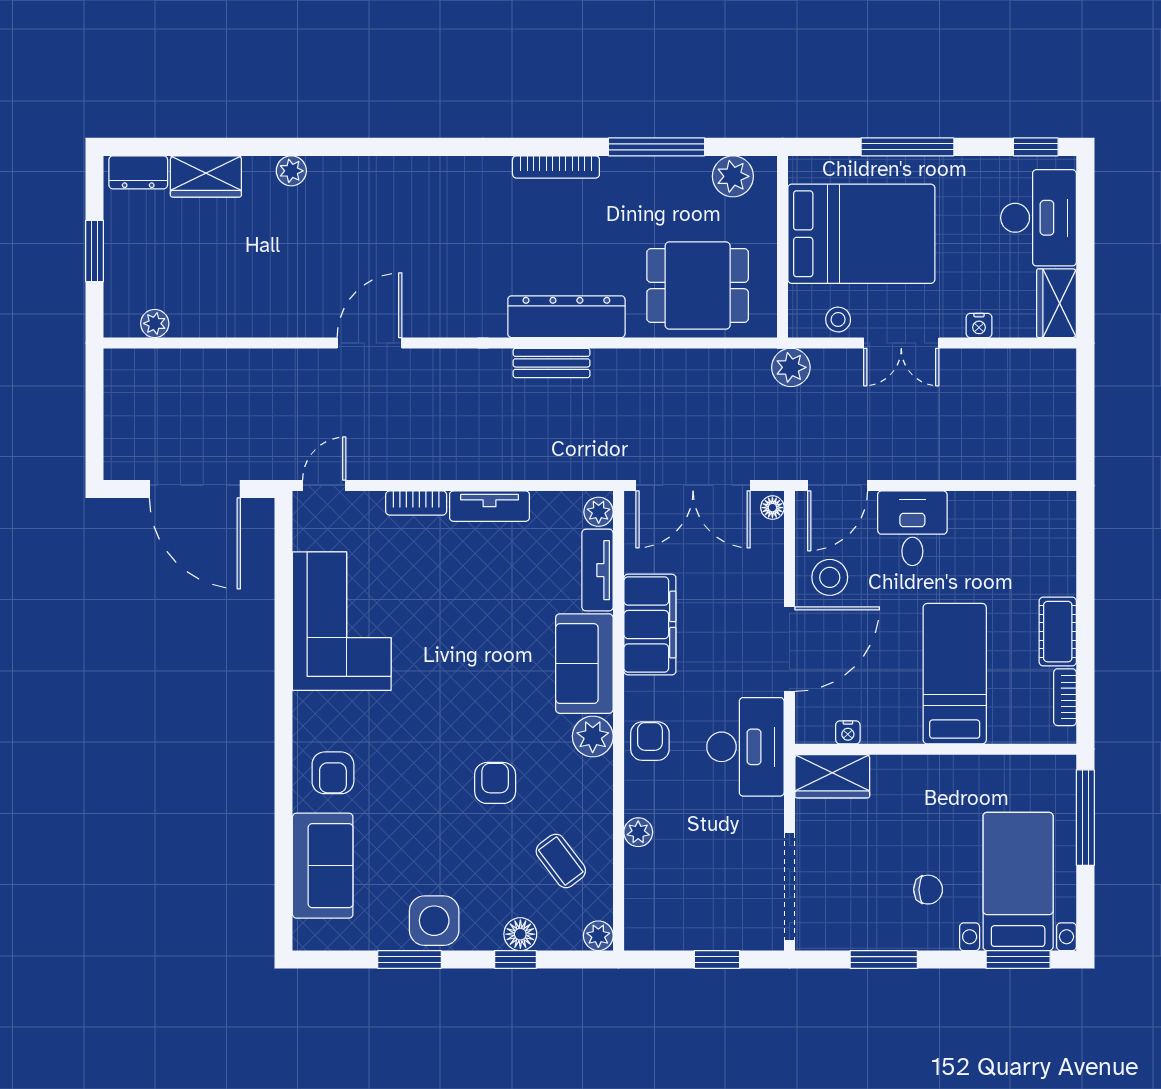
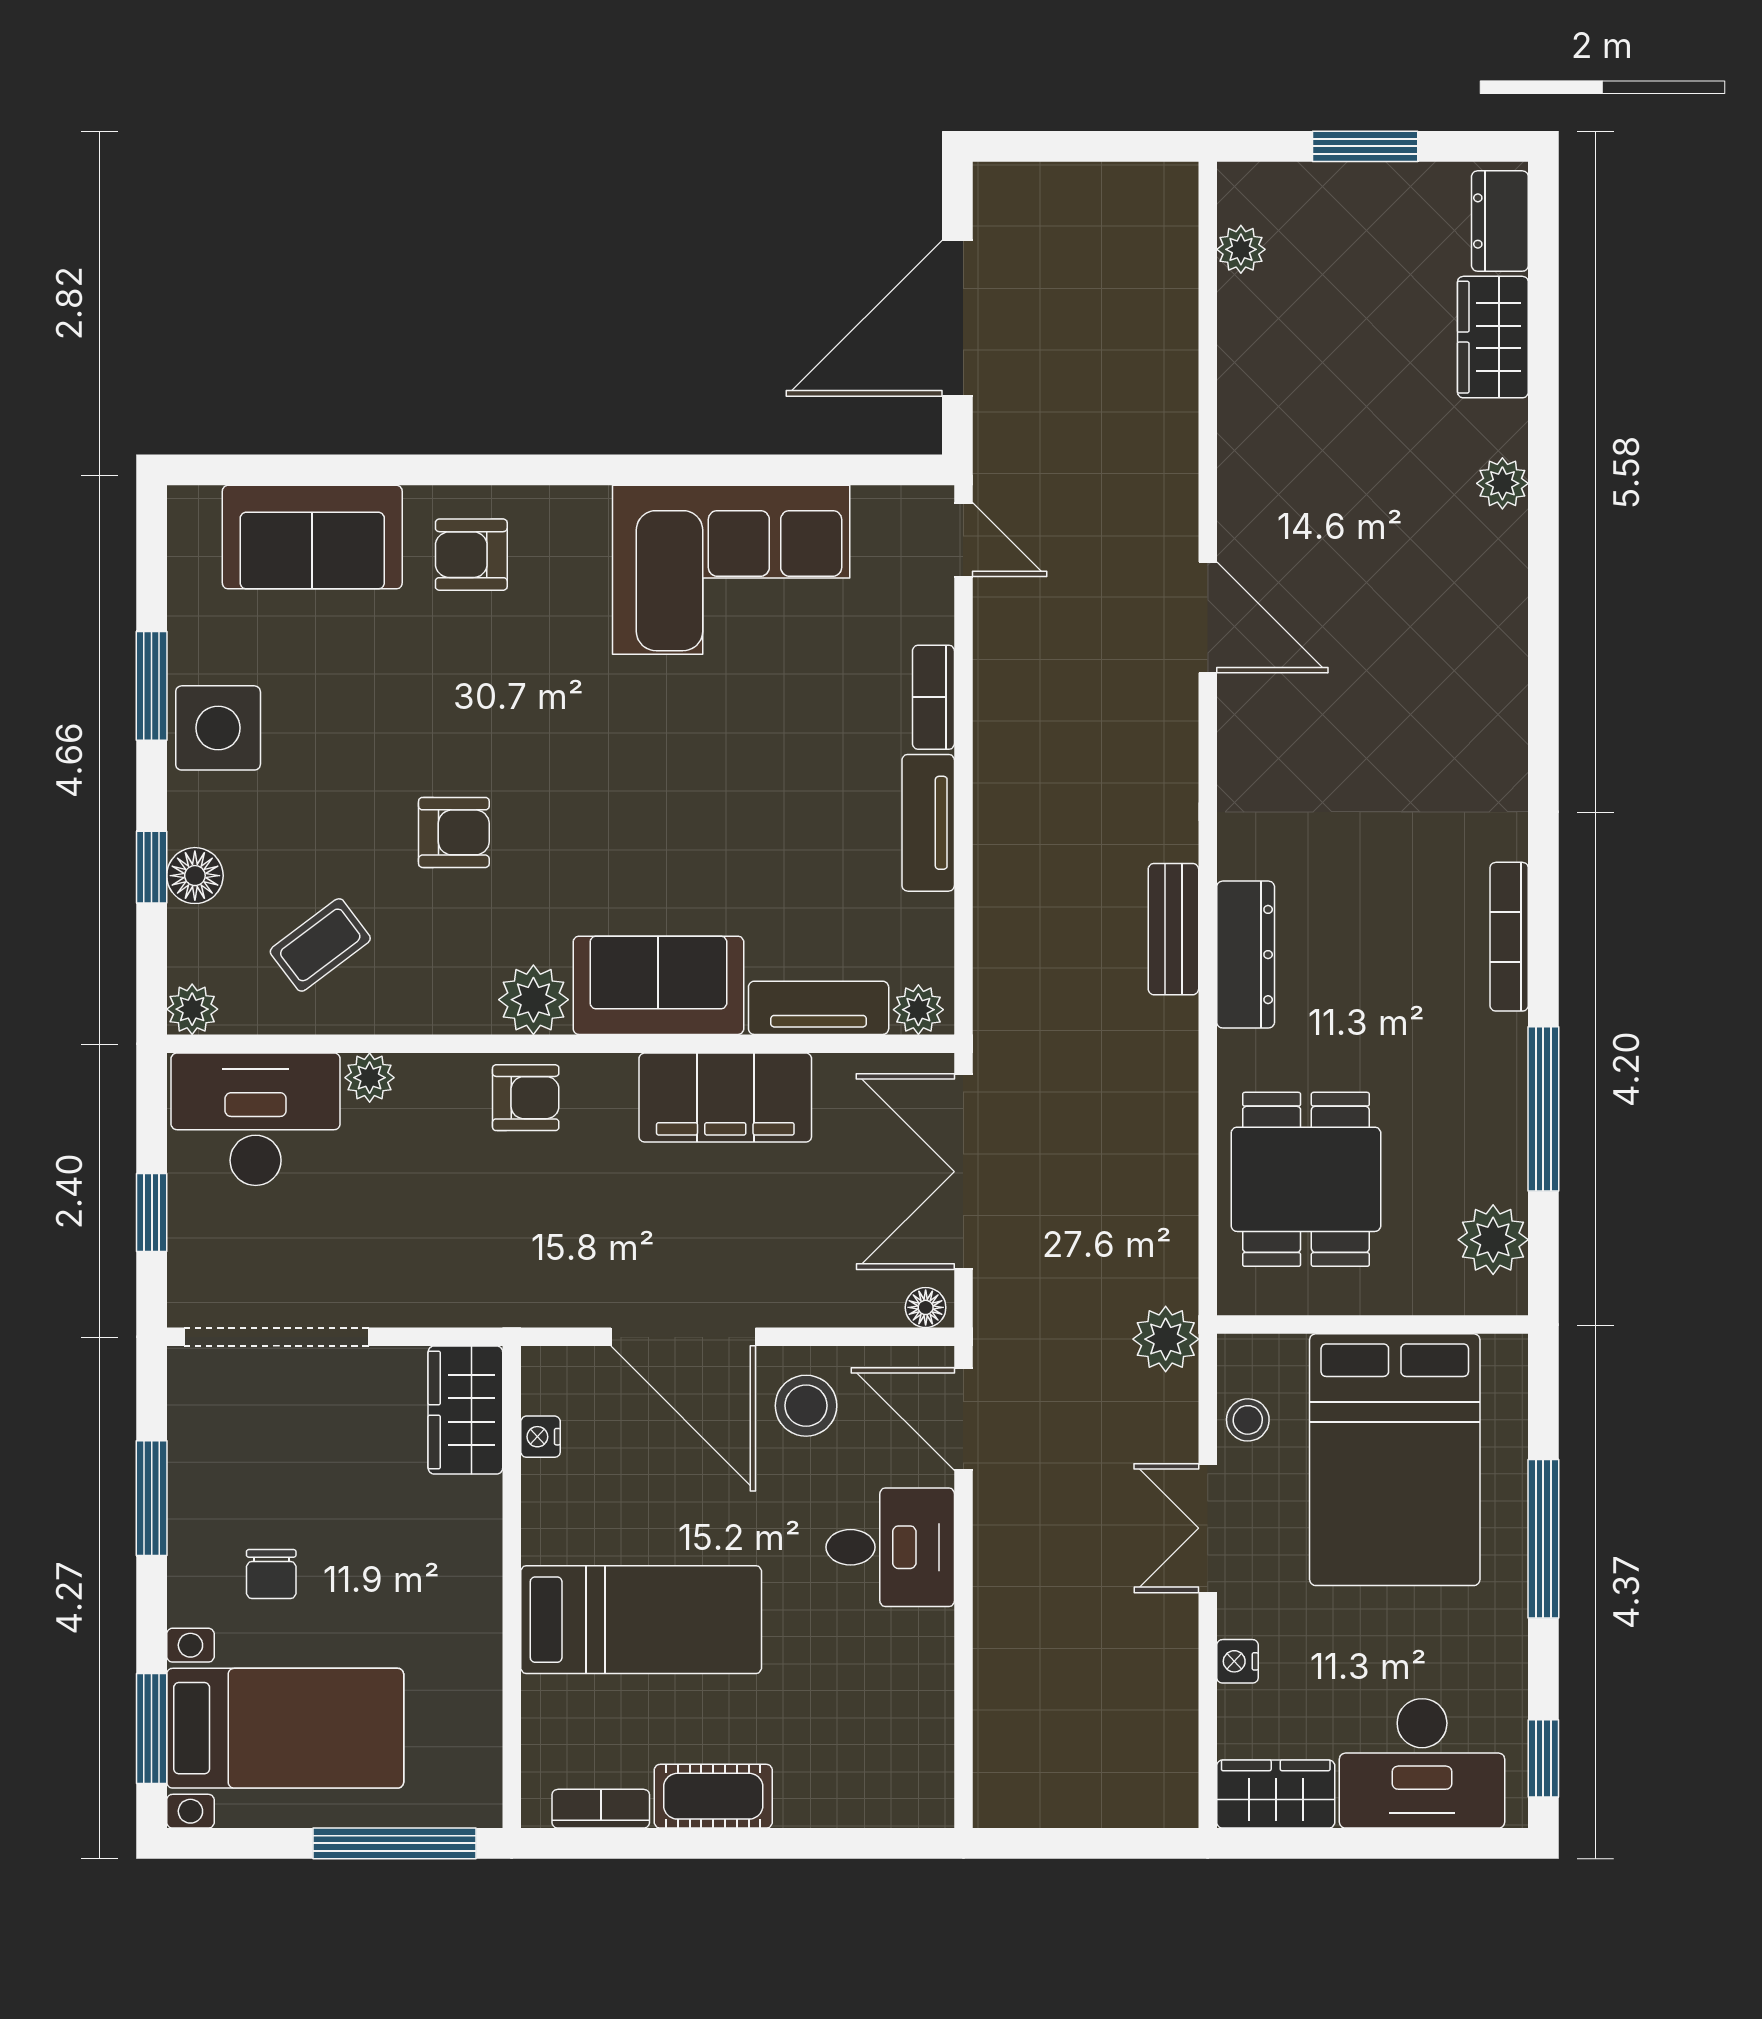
dresser: (566, 317) -> (1246, 955), width x0.73, depth x0.80
desk: (745, 747) -> (256, 1119), moved, turned 180

